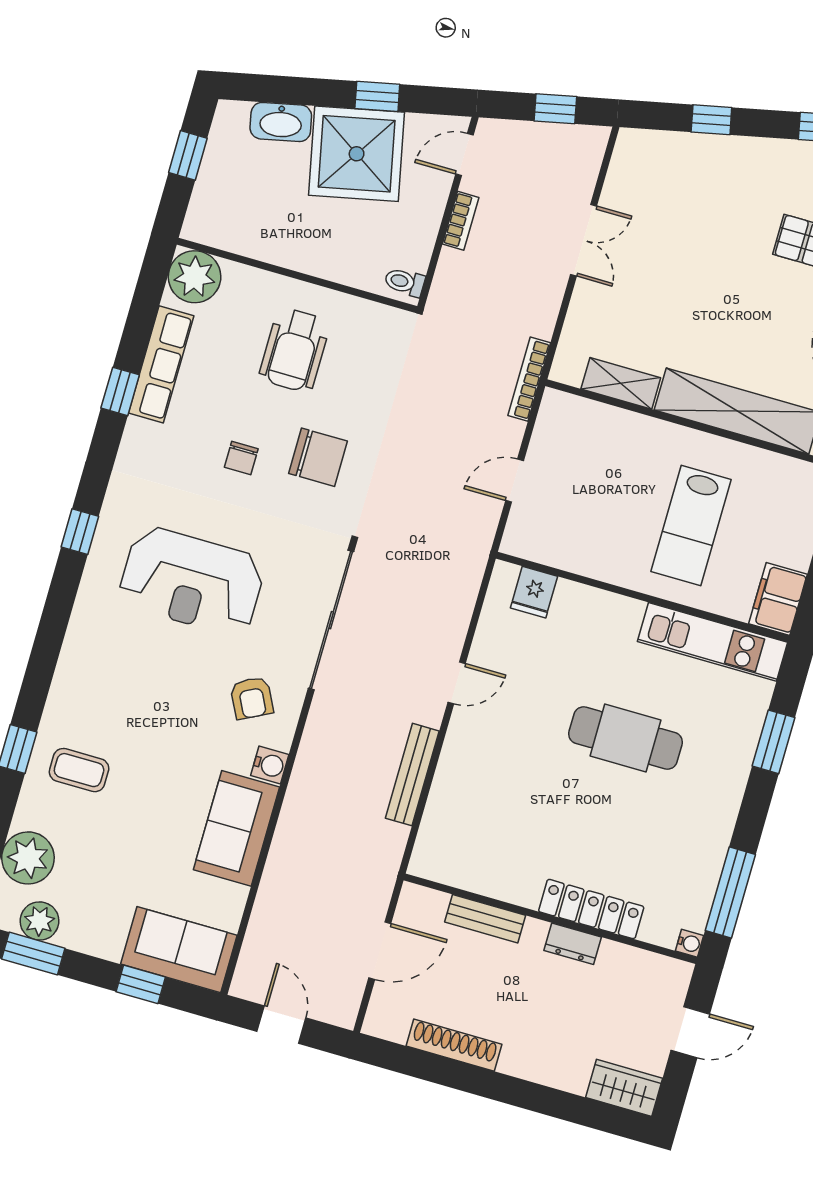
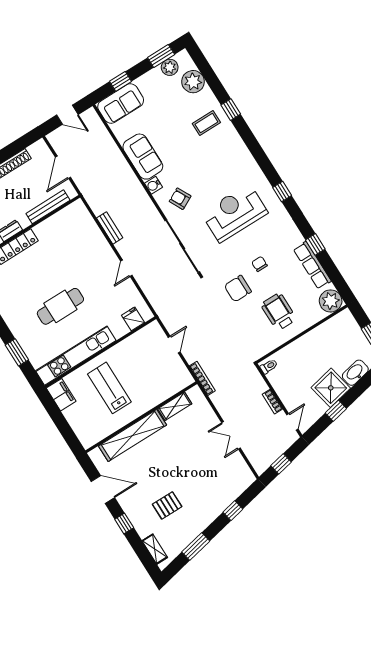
shower: (357, 154) -> (331, 388), width x0.73, depth x0.73
kitchen unit: (713, 642) -> (76, 356), width x1.36
bench: (412, 775) -> (110, 228), width x0.73
bench: (485, 919) -> (48, 207), width x1.36

